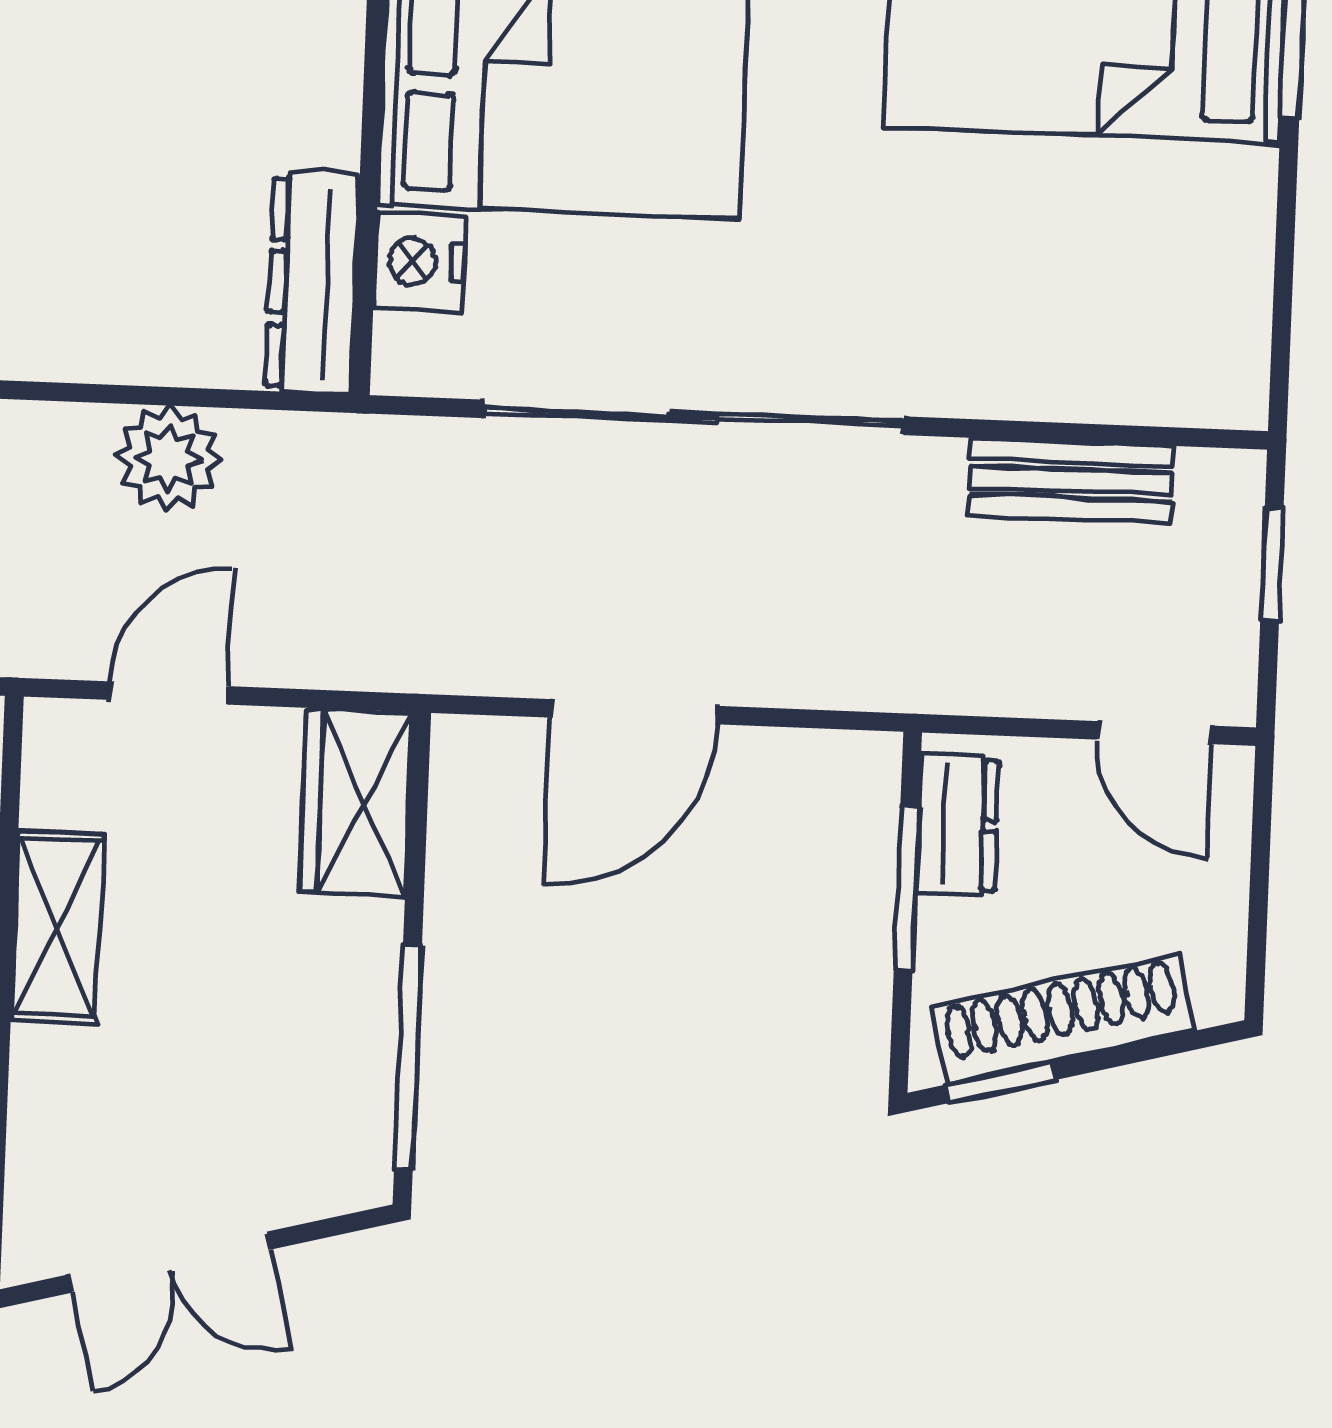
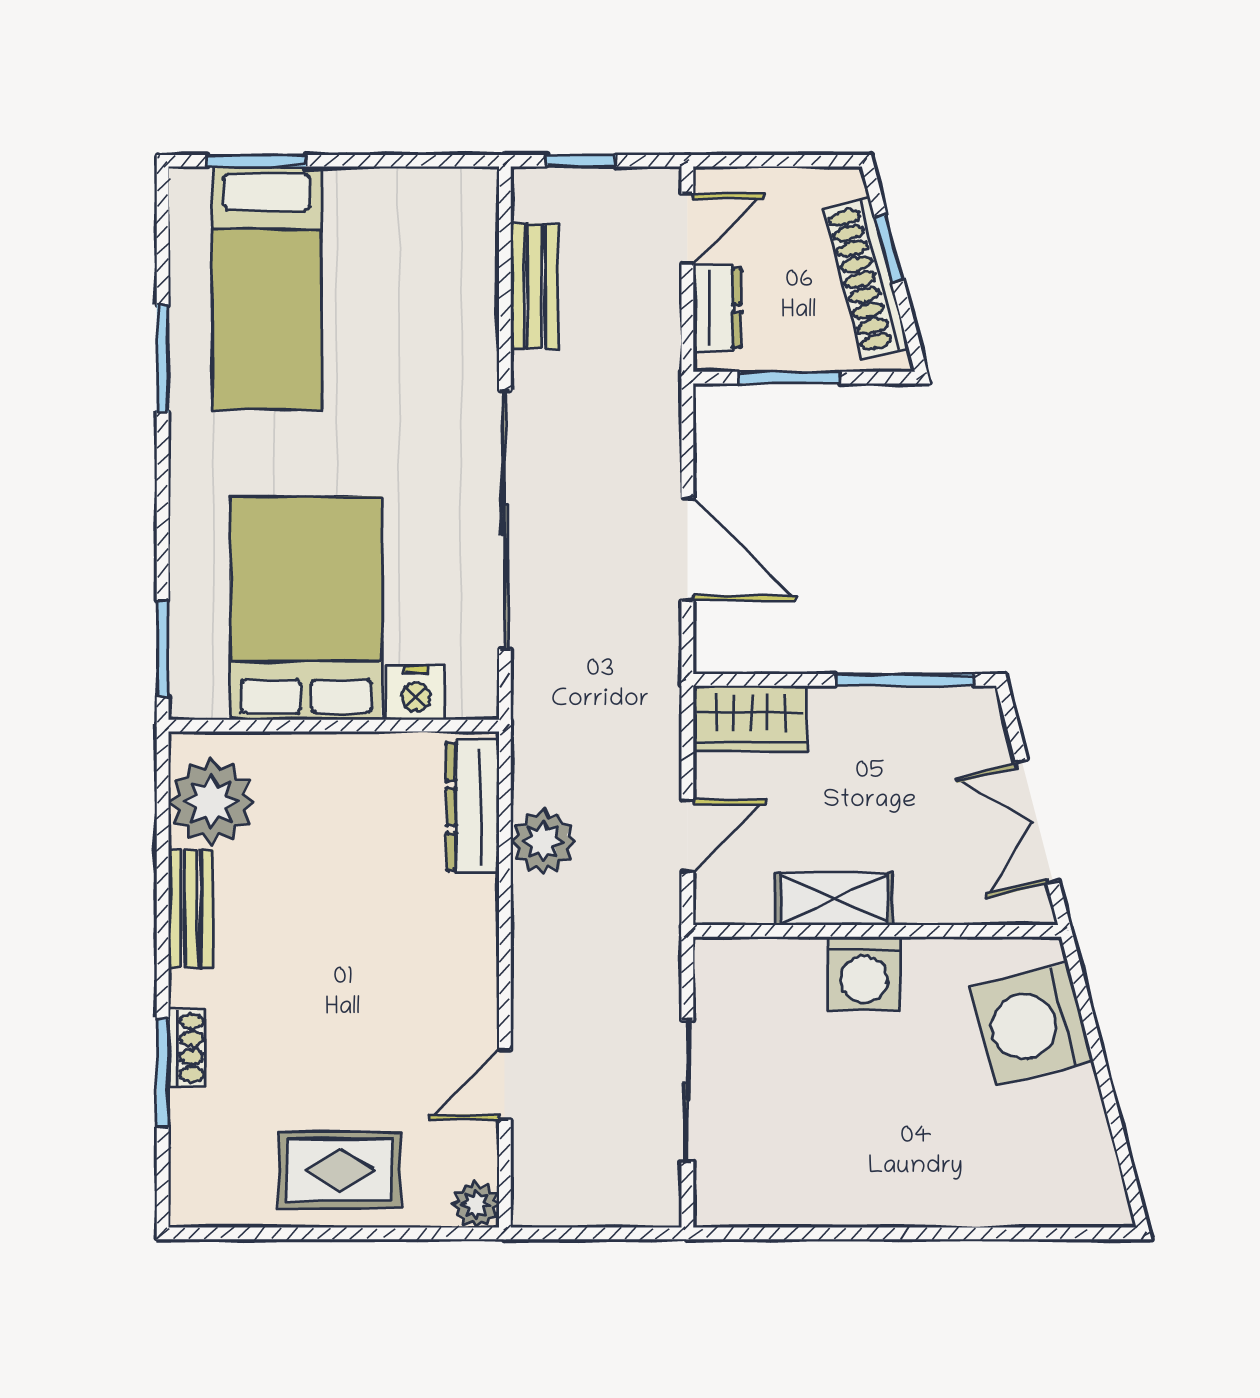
dresser: (313, 283) -> (473, 807), moved, turned 90
door: (169, 693) -> (687, 836), swing flipped
dresser: (958, 824) -> (717, 308), moved, turned 90
window: (1000, 1083) -> (889, 249), moved
double door: (170, 1262) -> (1037, 821), swing flipped

